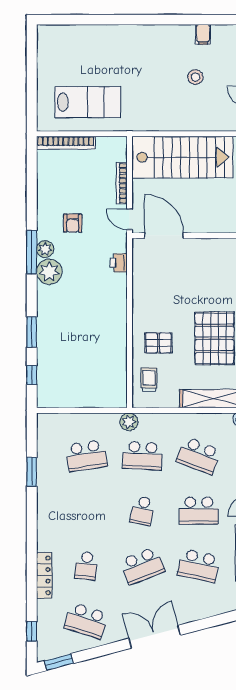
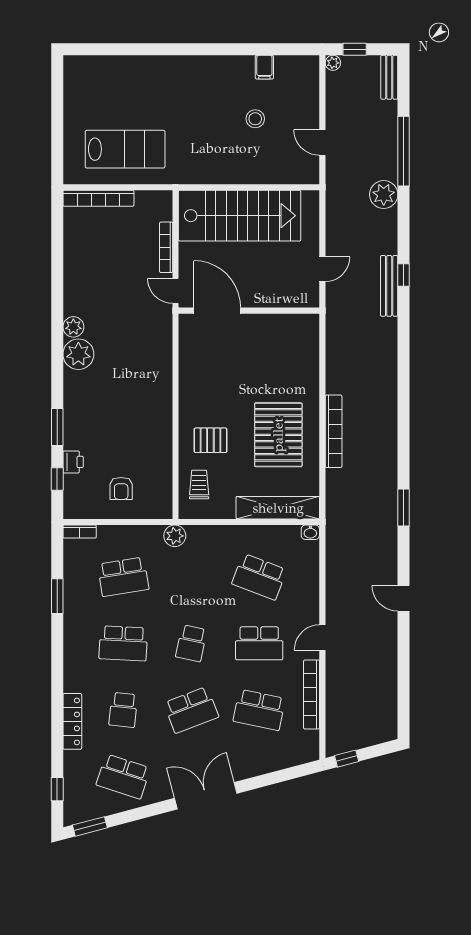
armchair: (73, 223) -> (121, 488), moved
window: (32, 252) -> (57, 331), removed
printer: (119, 263) -> (73, 462), moved, turned 180
bookcase: (50, 418) -> (80, 532), added
school desk: (143, 456) -> (123, 643), moved

